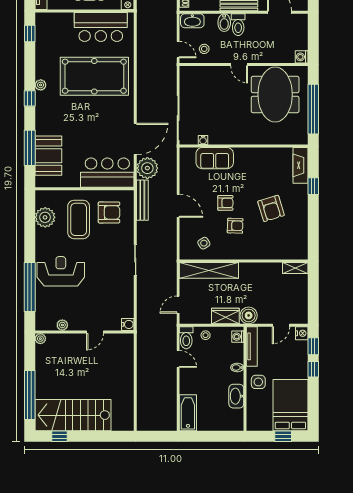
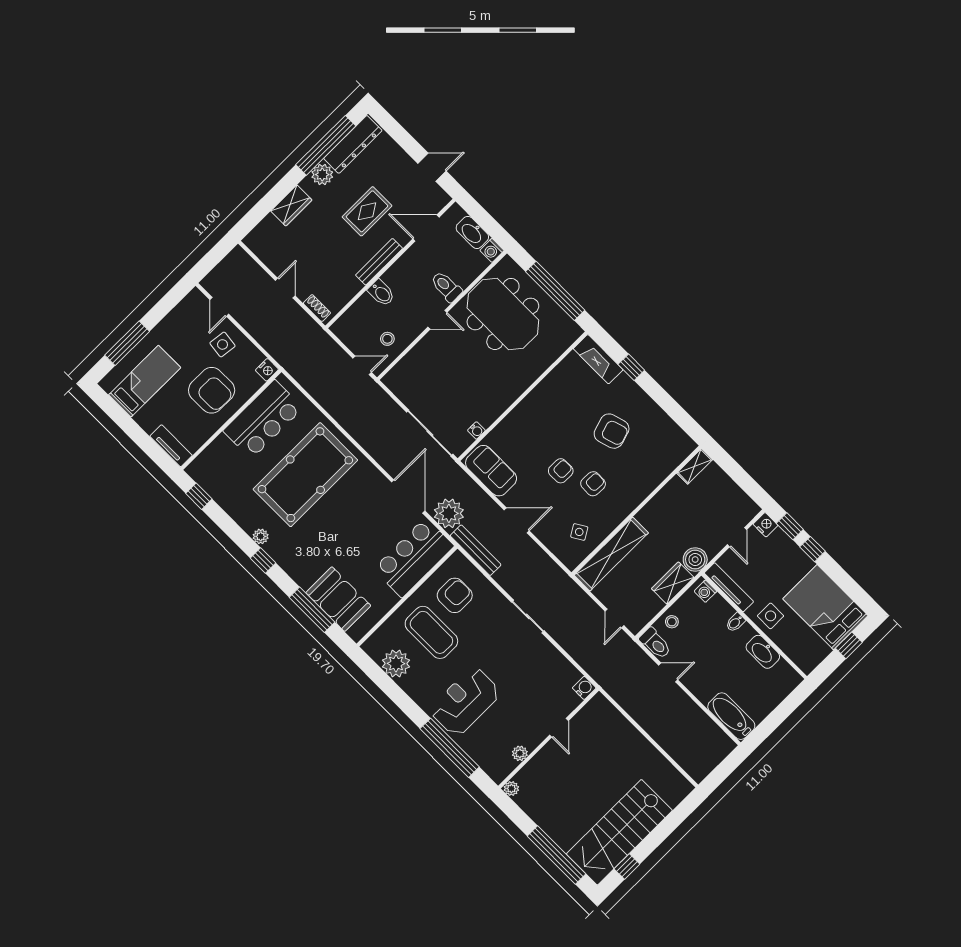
washbasin: (192, 21) -> (472, 232), moved, turned 90
toilet: (238, 25) -> (446, 287), moved, turned 180
sofa: (215, 158) -> (491, 471), moved, turned -90

